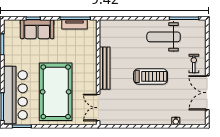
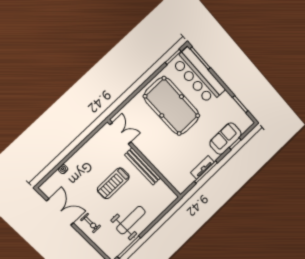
bench: (105, 68) -> (143, 166), moved
wall: (98, 72) -> (145, 159), moved
double door: (98, 108) -> (120, 133), moved

